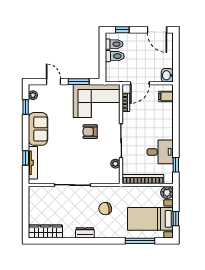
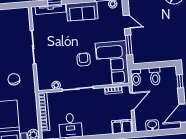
toilet: (114, 44) -> (136, 77), moved
washbasin: (167, 75) -> (152, 125), moved
door: (53, 82) -> (127, 22), hinge flipped
door: (140, 83) -> (132, 101), swing flipped
filing cabinet: (166, 96) -> (122, 127), width x2.00

